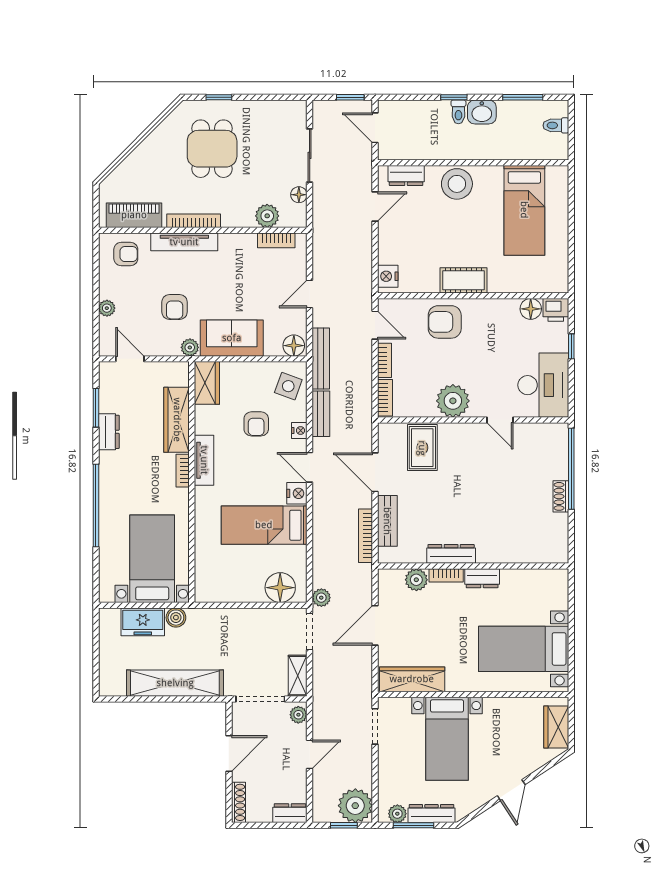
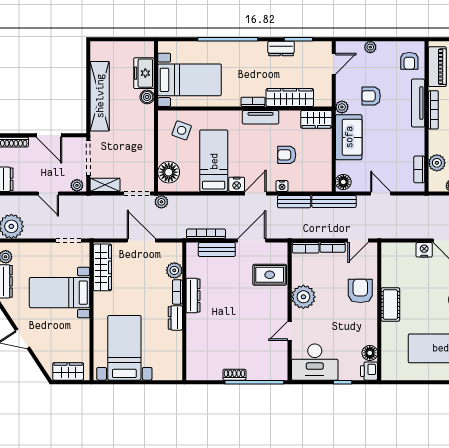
nightstand: (388, 276) -> (424, 250), moved
side table: (288, 386) -> (182, 130), moved

